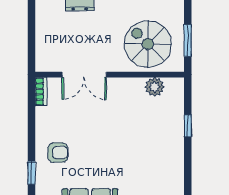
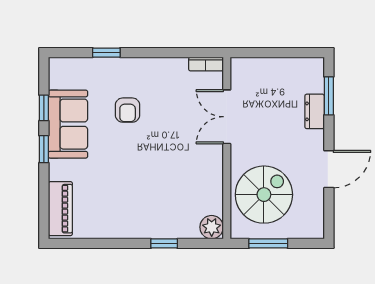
plant: (155, 87) -> (212, 227), moved
armchair: (58, 153) -> (128, 110), moved

